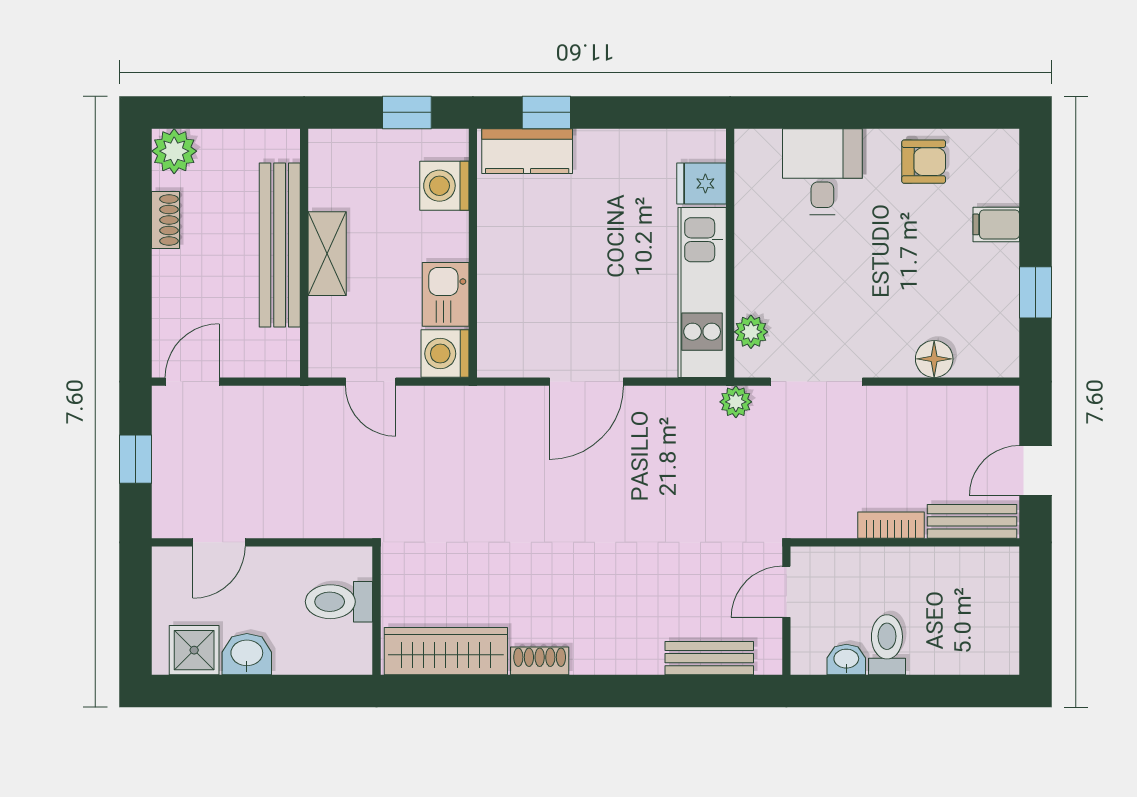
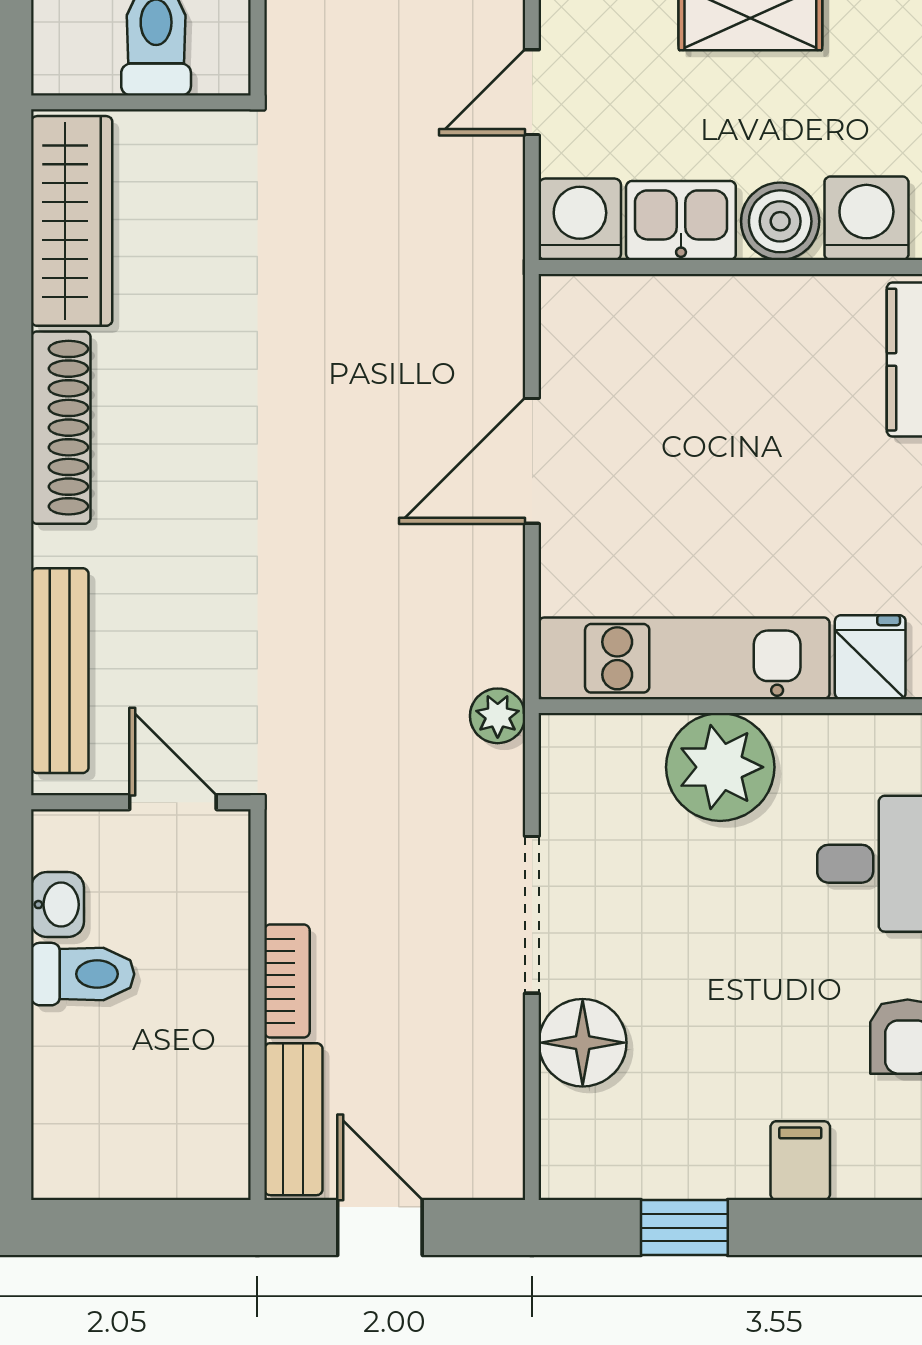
boiler: (446, 236) -> (780, 221), added
plant: (751, 332) -> (720, 767), moved, width x1.88, depth x1.88
floor lamp: (934, 359) -> (583, 1043), width x1.38, depth x1.38
door: (586, 382) -> (532, 461), hinge flipped
doorway: (816, 382) -> (532, 915), moved
bench: (709, 658) -> (60, 671), width x1.36
shoe rack: (540, 661) -> (61, 428), width x1.94, depth x1.24

